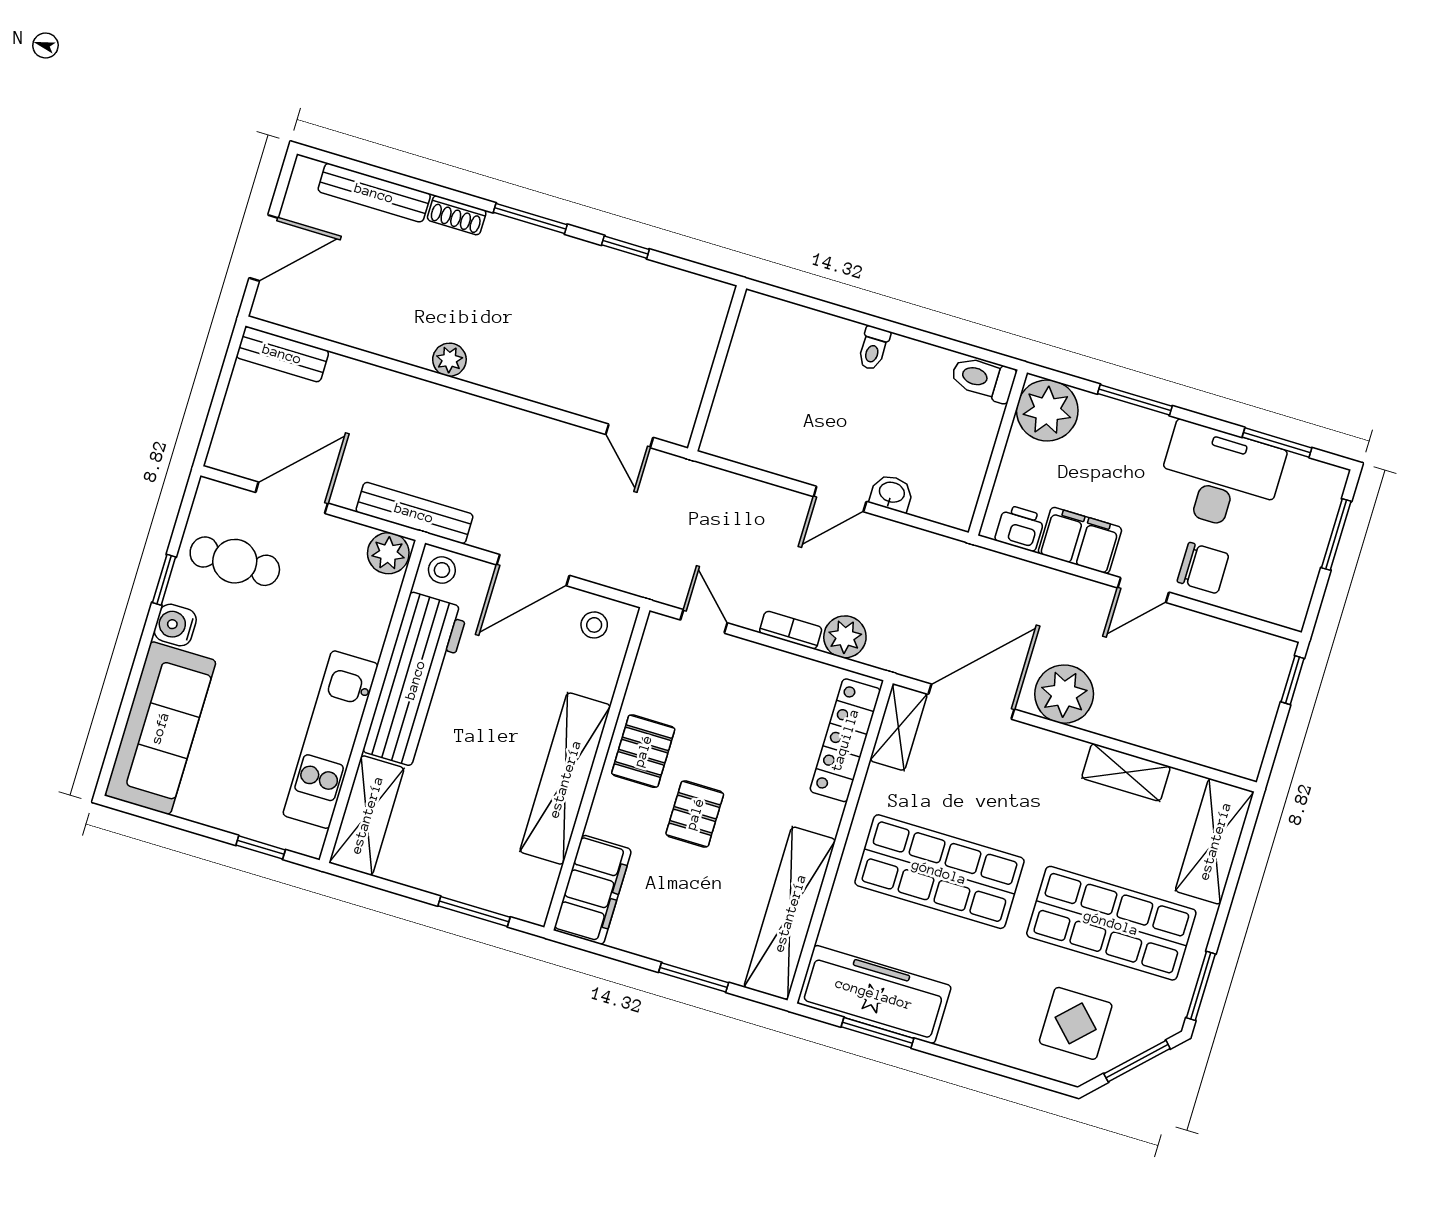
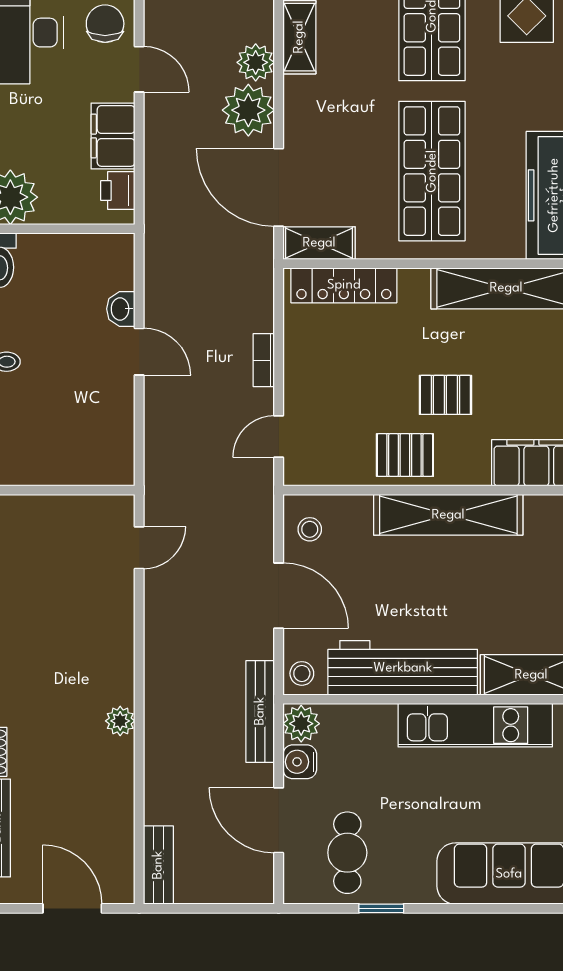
water cooler: (175, 625) -> (300, 762), moved, turned 90
plant: (845, 637) -> (256, 62), moved

